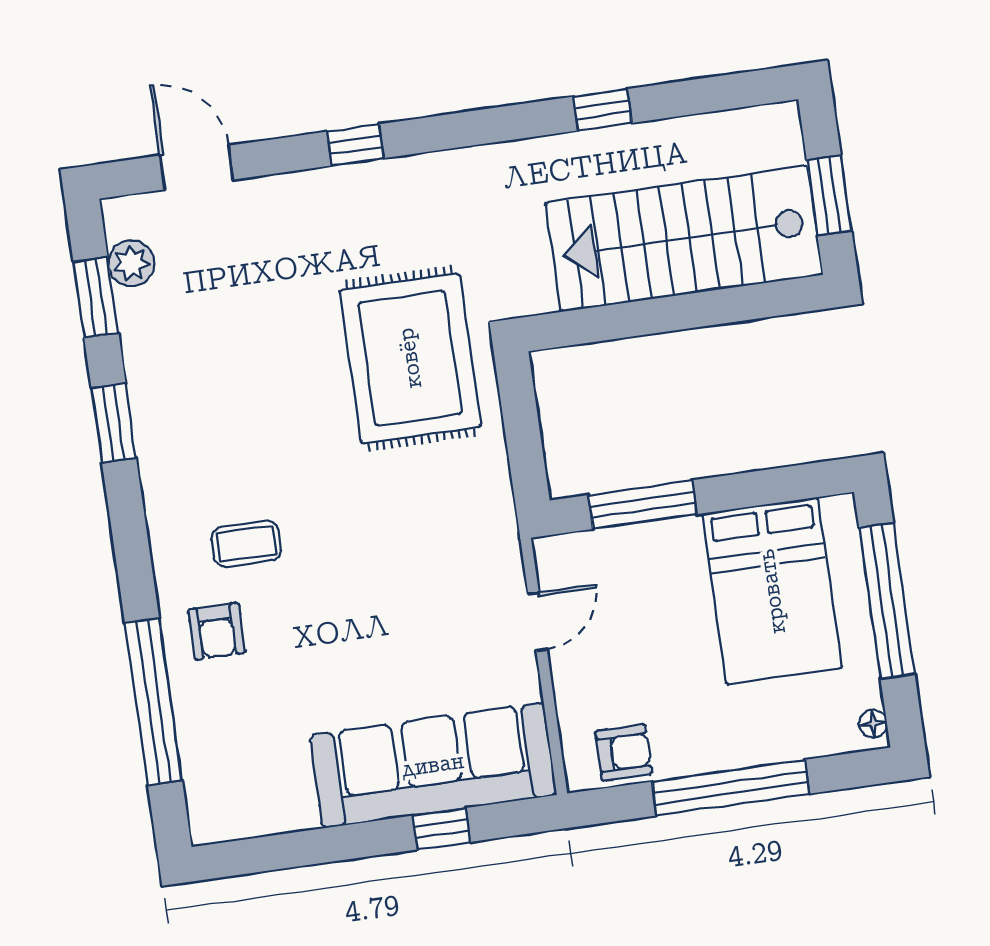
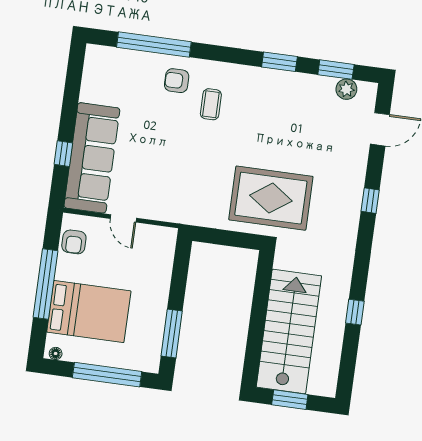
window: (642, 505) -> (172, 334), moved
bed: (772, 591) -> (89, 311), moved, turned 180
door: (538, 622) -> (123, 218), moved

